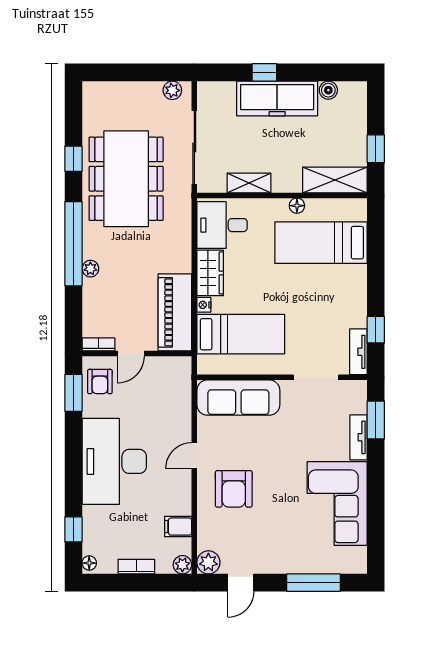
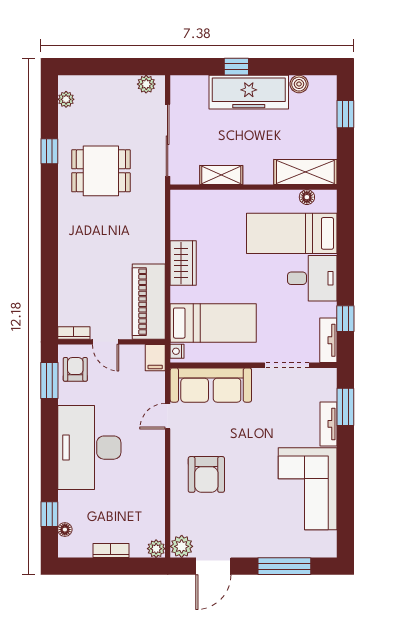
window: (376, 149) -> (345, 114), moved
dining table: (126, 179) -> (101, 171), width x0.53, depth x0.80
floor lamp: (297, 206) -> (307, 197), moved
desk: (222, 225) -> (312, 278), moved, turned 180
window: (73, 244) -> (49, 234), removed
plant: (90, 269) -> (66, 99), moved
nightstand: (204, 305) -> (177, 351), moved
door: (131, 353) -> (106, 342), hinge flipped
armchair: (100, 382) -> (75, 369), turned 180
door: (194, 456) -> (168, 416), moved
filing cabinet: (178, 527) -> (155, 358), moved, turned -90
floor lamp: (89, 563) -> (65, 530), moved
door: (241, 583) -> (213, 566), width x1.38

